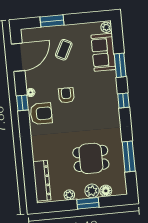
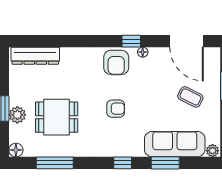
sofa: (103, 52) -> (175, 144), width x1.36
armchair: (66, 95) -> (116, 109), moved
dining table: (91, 158) -> (57, 117), turned 90
floor lamp: (106, 191) -> (16, 150), moved
plant: (69, 195) -> (15, 87), removed

